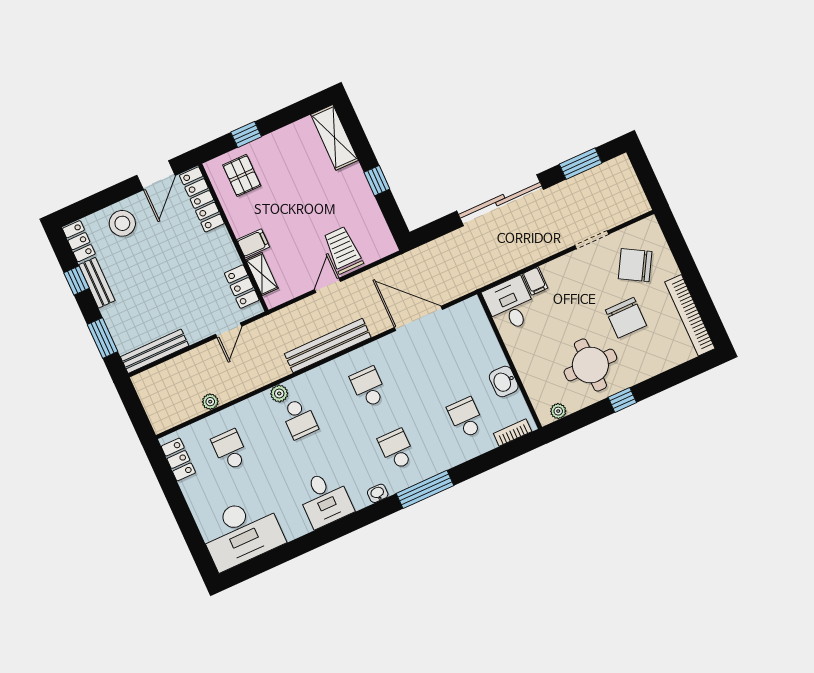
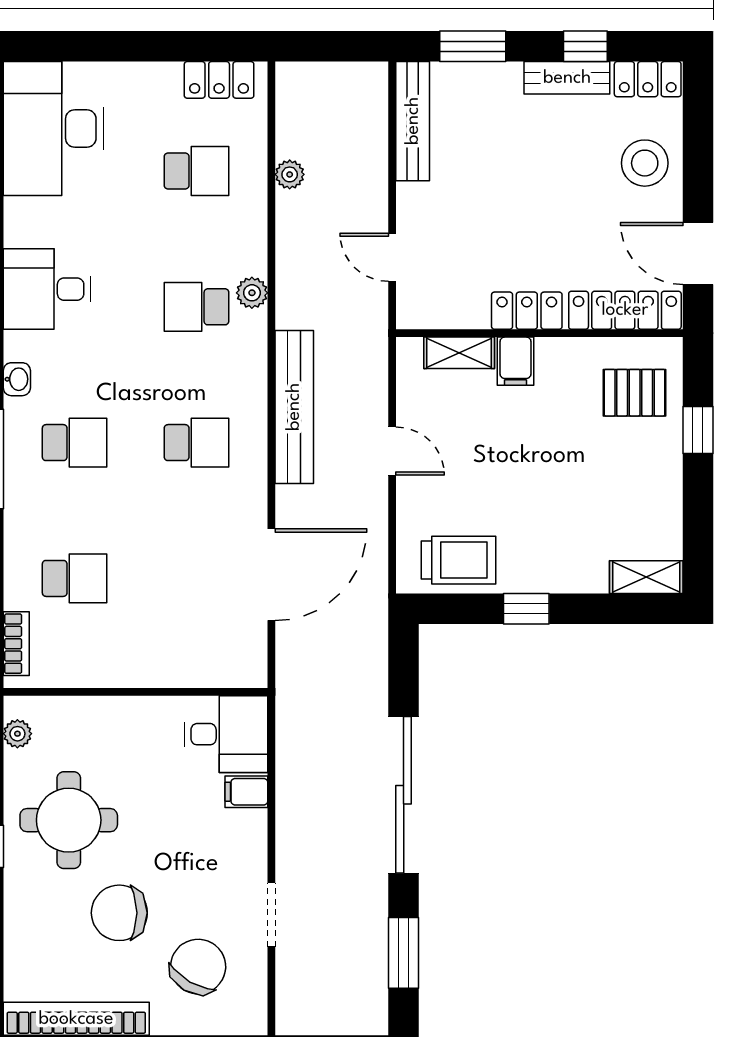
shelving: (334, 137) -> (646, 577), width x0.67, depth x0.75
trolley: (343, 250) -> (459, 560), moved
locker: (242, 287) -> (527, 311), moved
washbasin: (504, 382) -> (106, 667), removed

